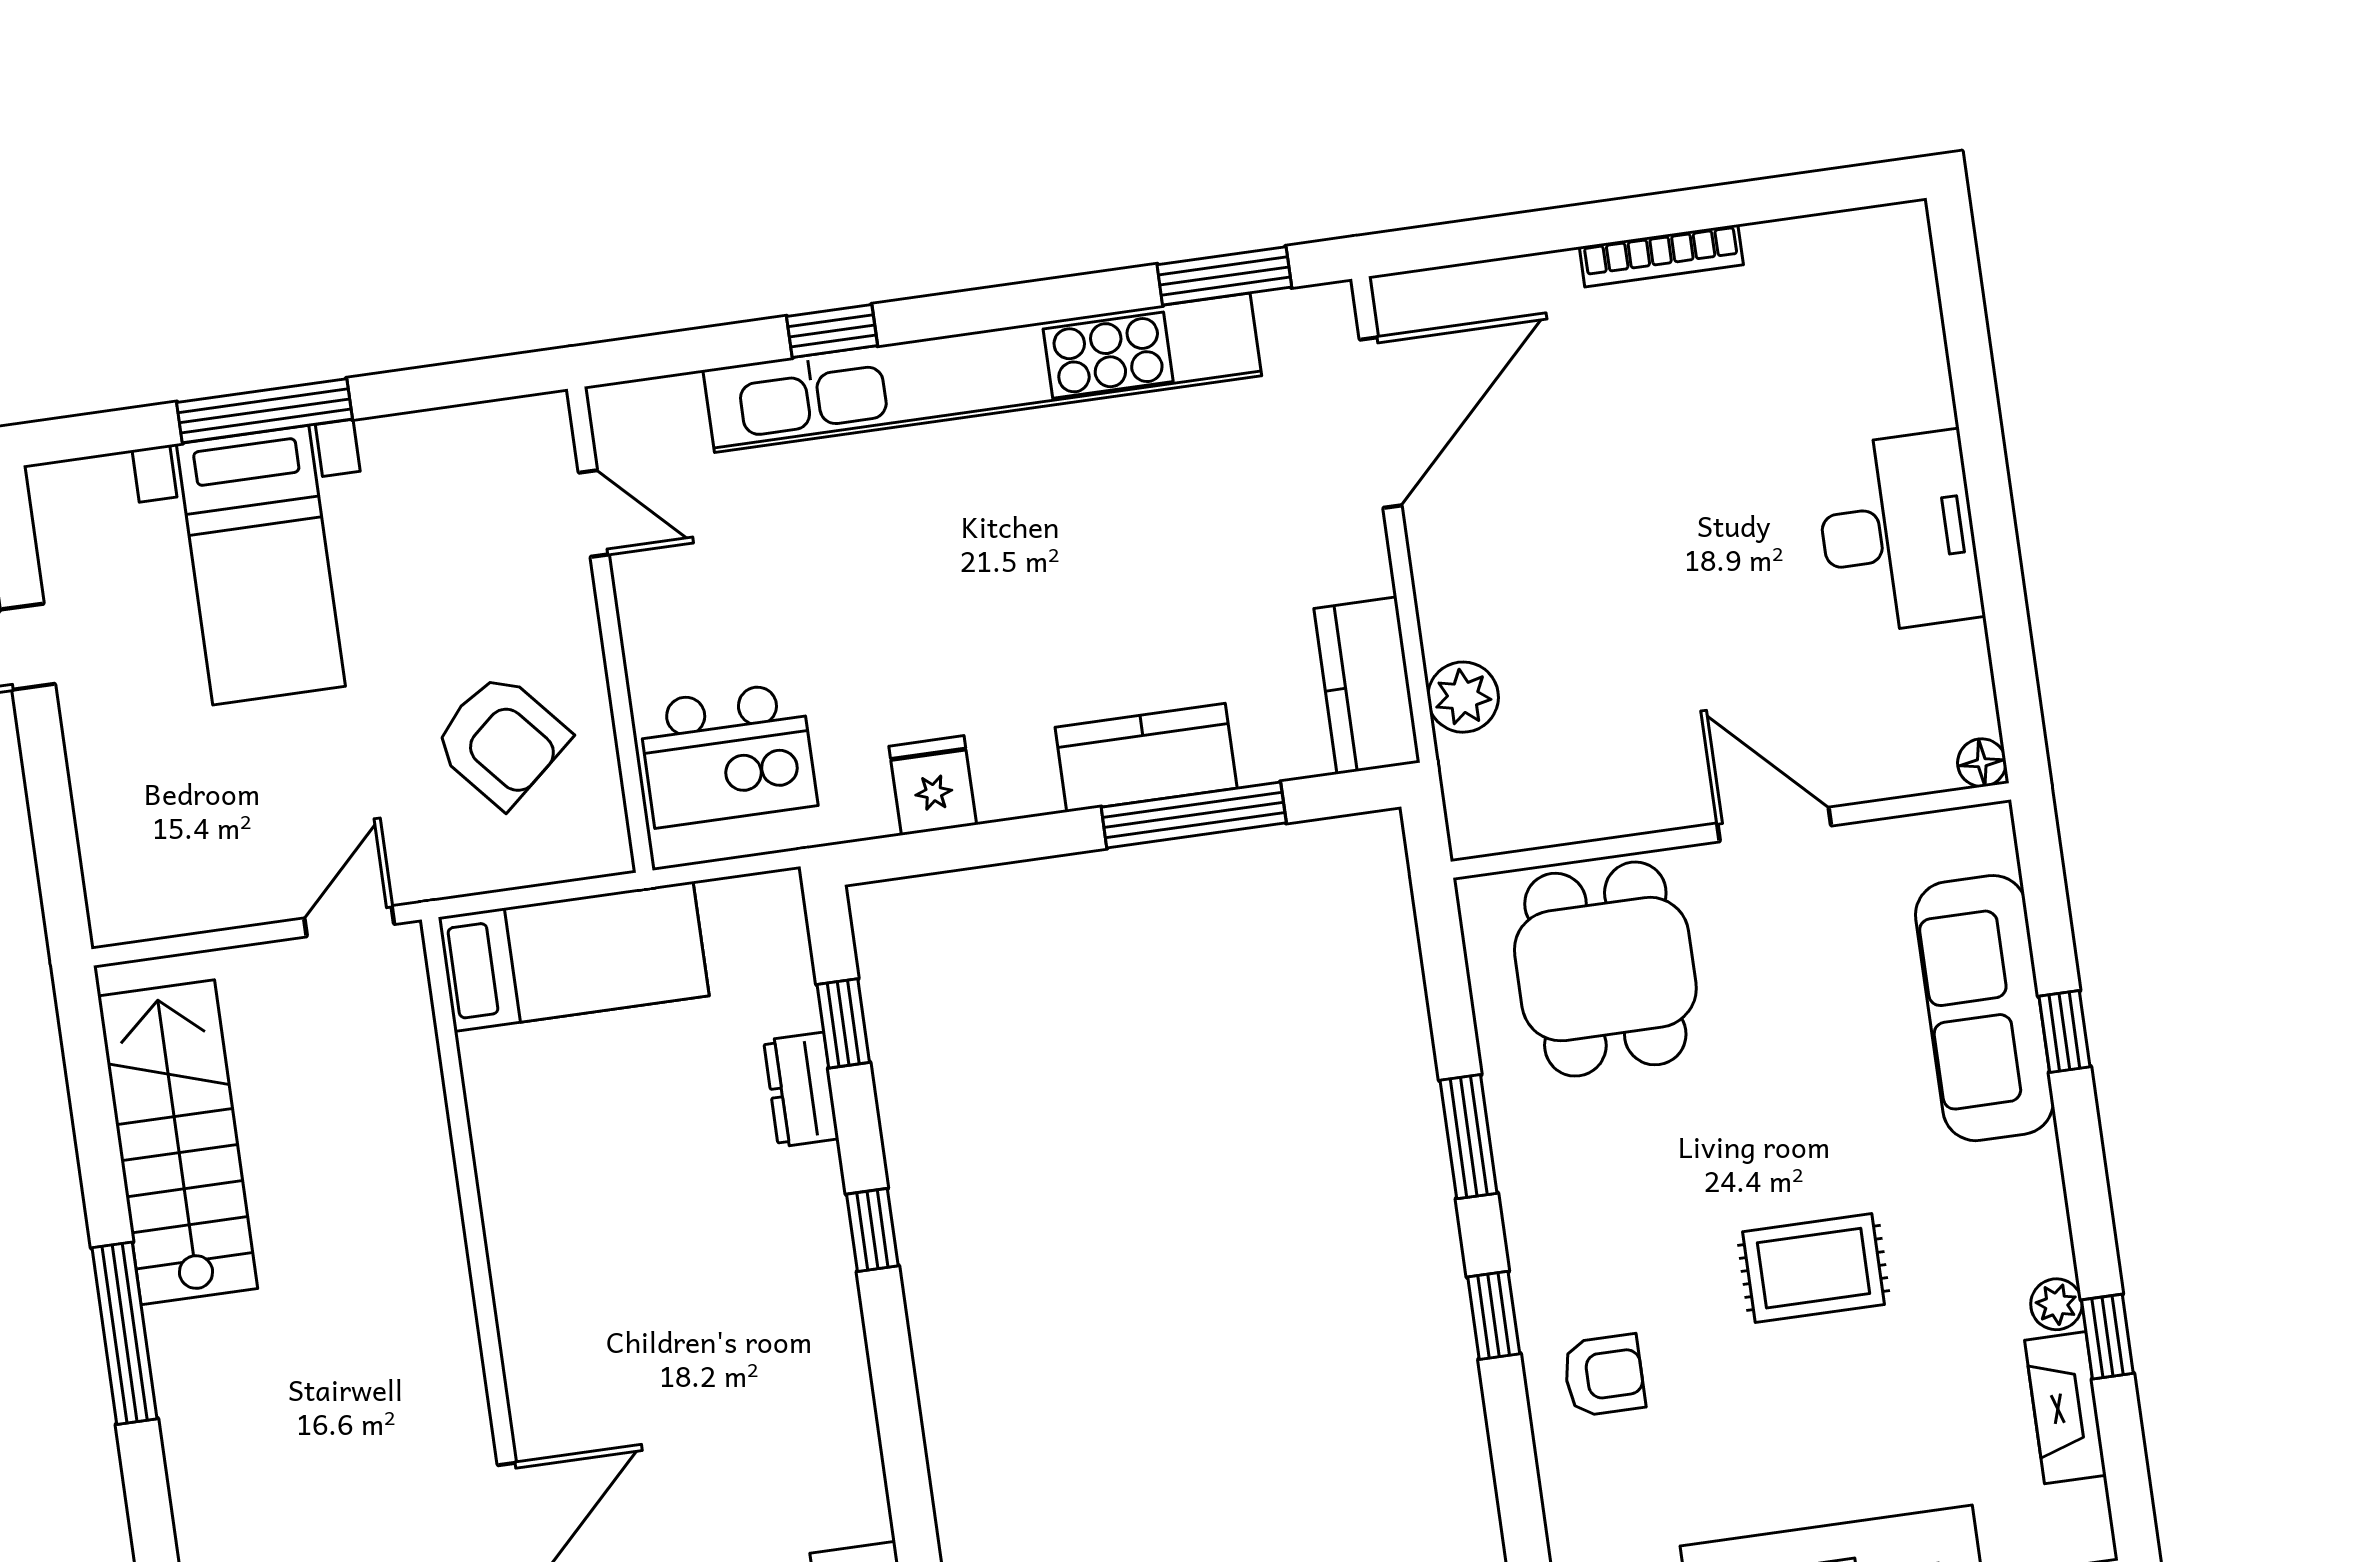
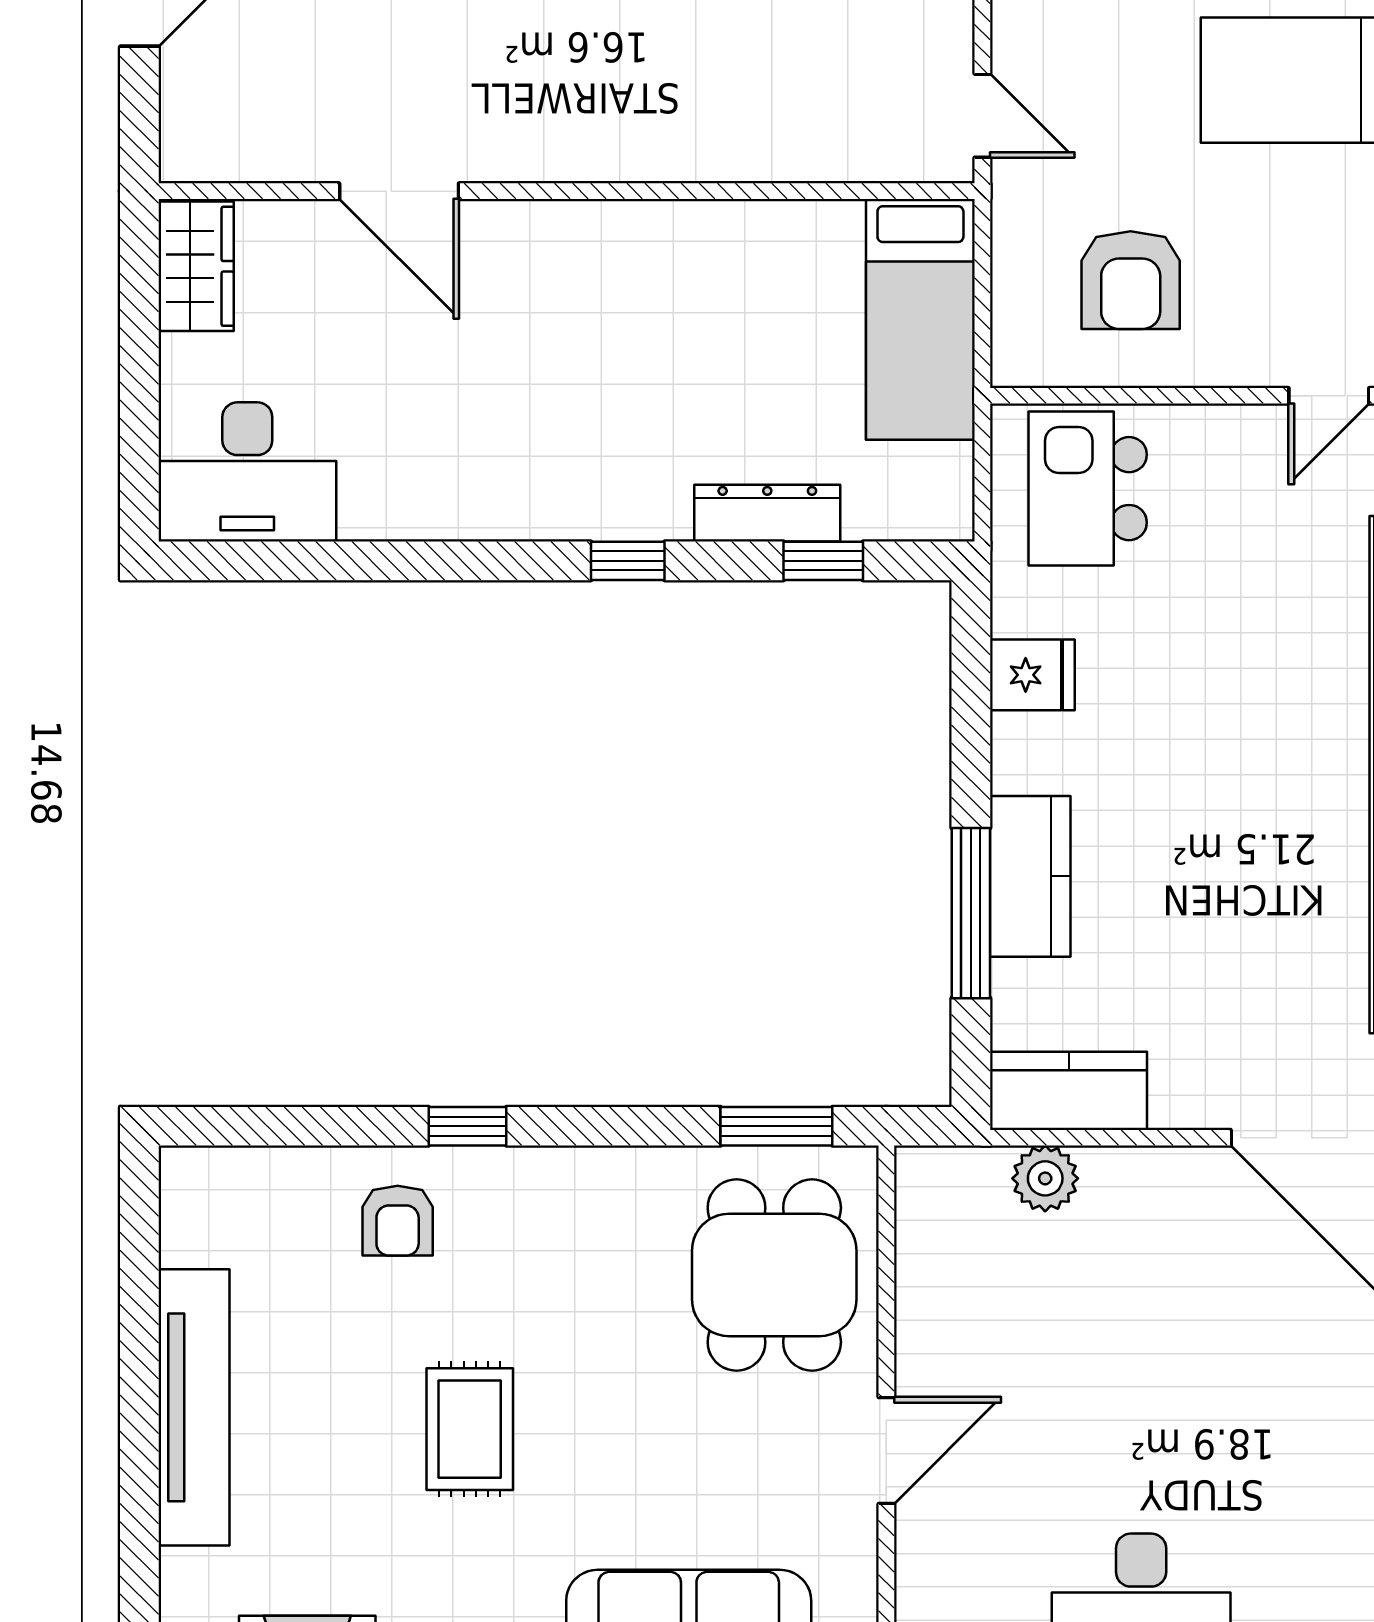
armchair: (501, 740) -> (1131, 280), turned -49
dining table: (1605, 969) -> (774, 1275), turned 90
dresser: (801, 1090) -> (767, 513), width x1.44
window: (1469, 1137) -> (776, 1126), moved

